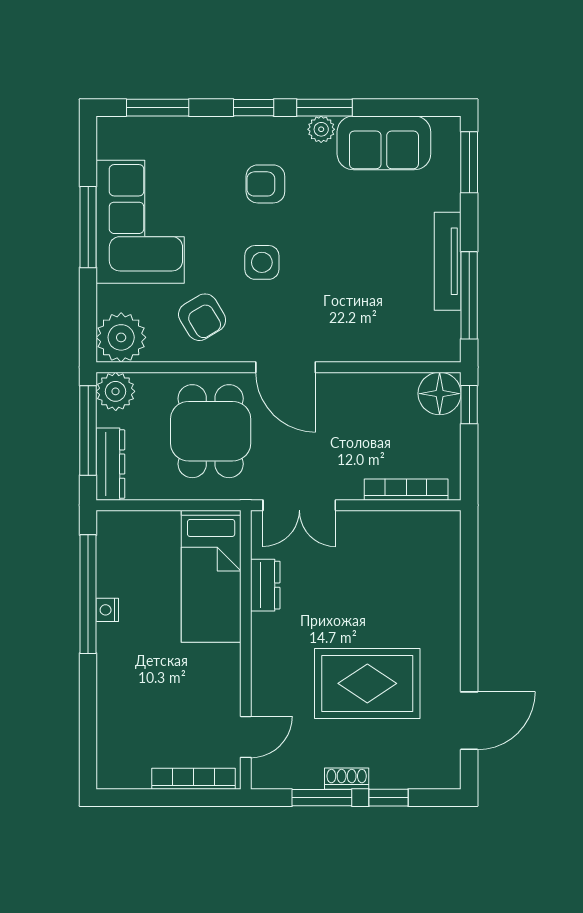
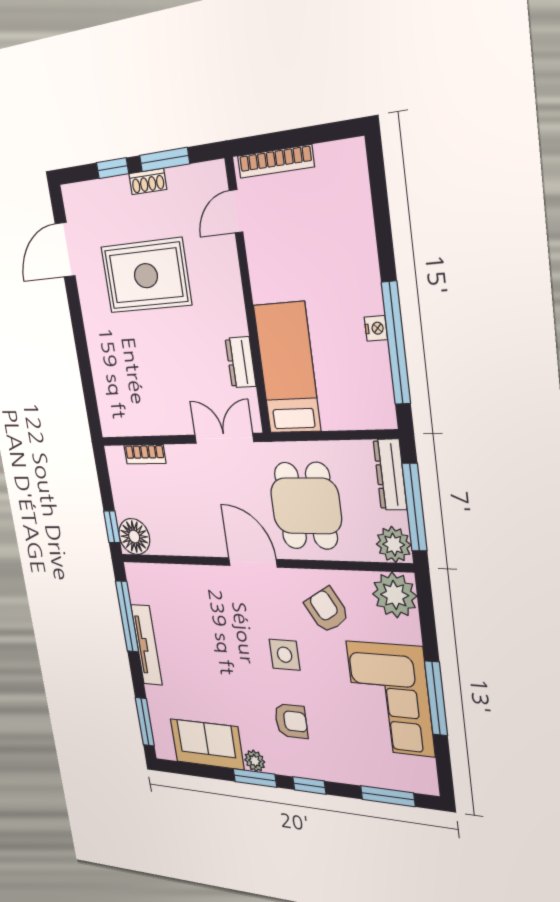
bookcase: (406, 490) -> (145, 454), width x0.64

